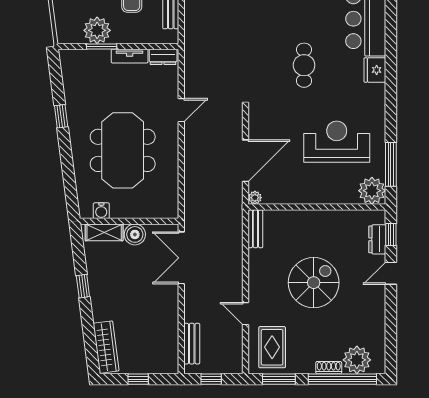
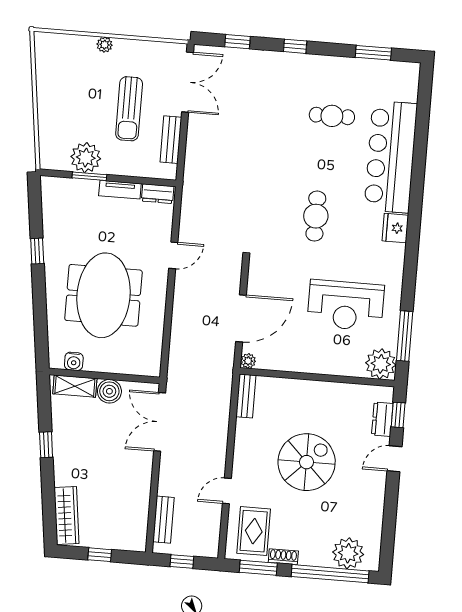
reception desk: (337, 142) -> (346, 305), turned 180
door: (246, 314) -> (227, 491), hinge flipped
shoe rack: (329, 368) -> (283, 557), moved

